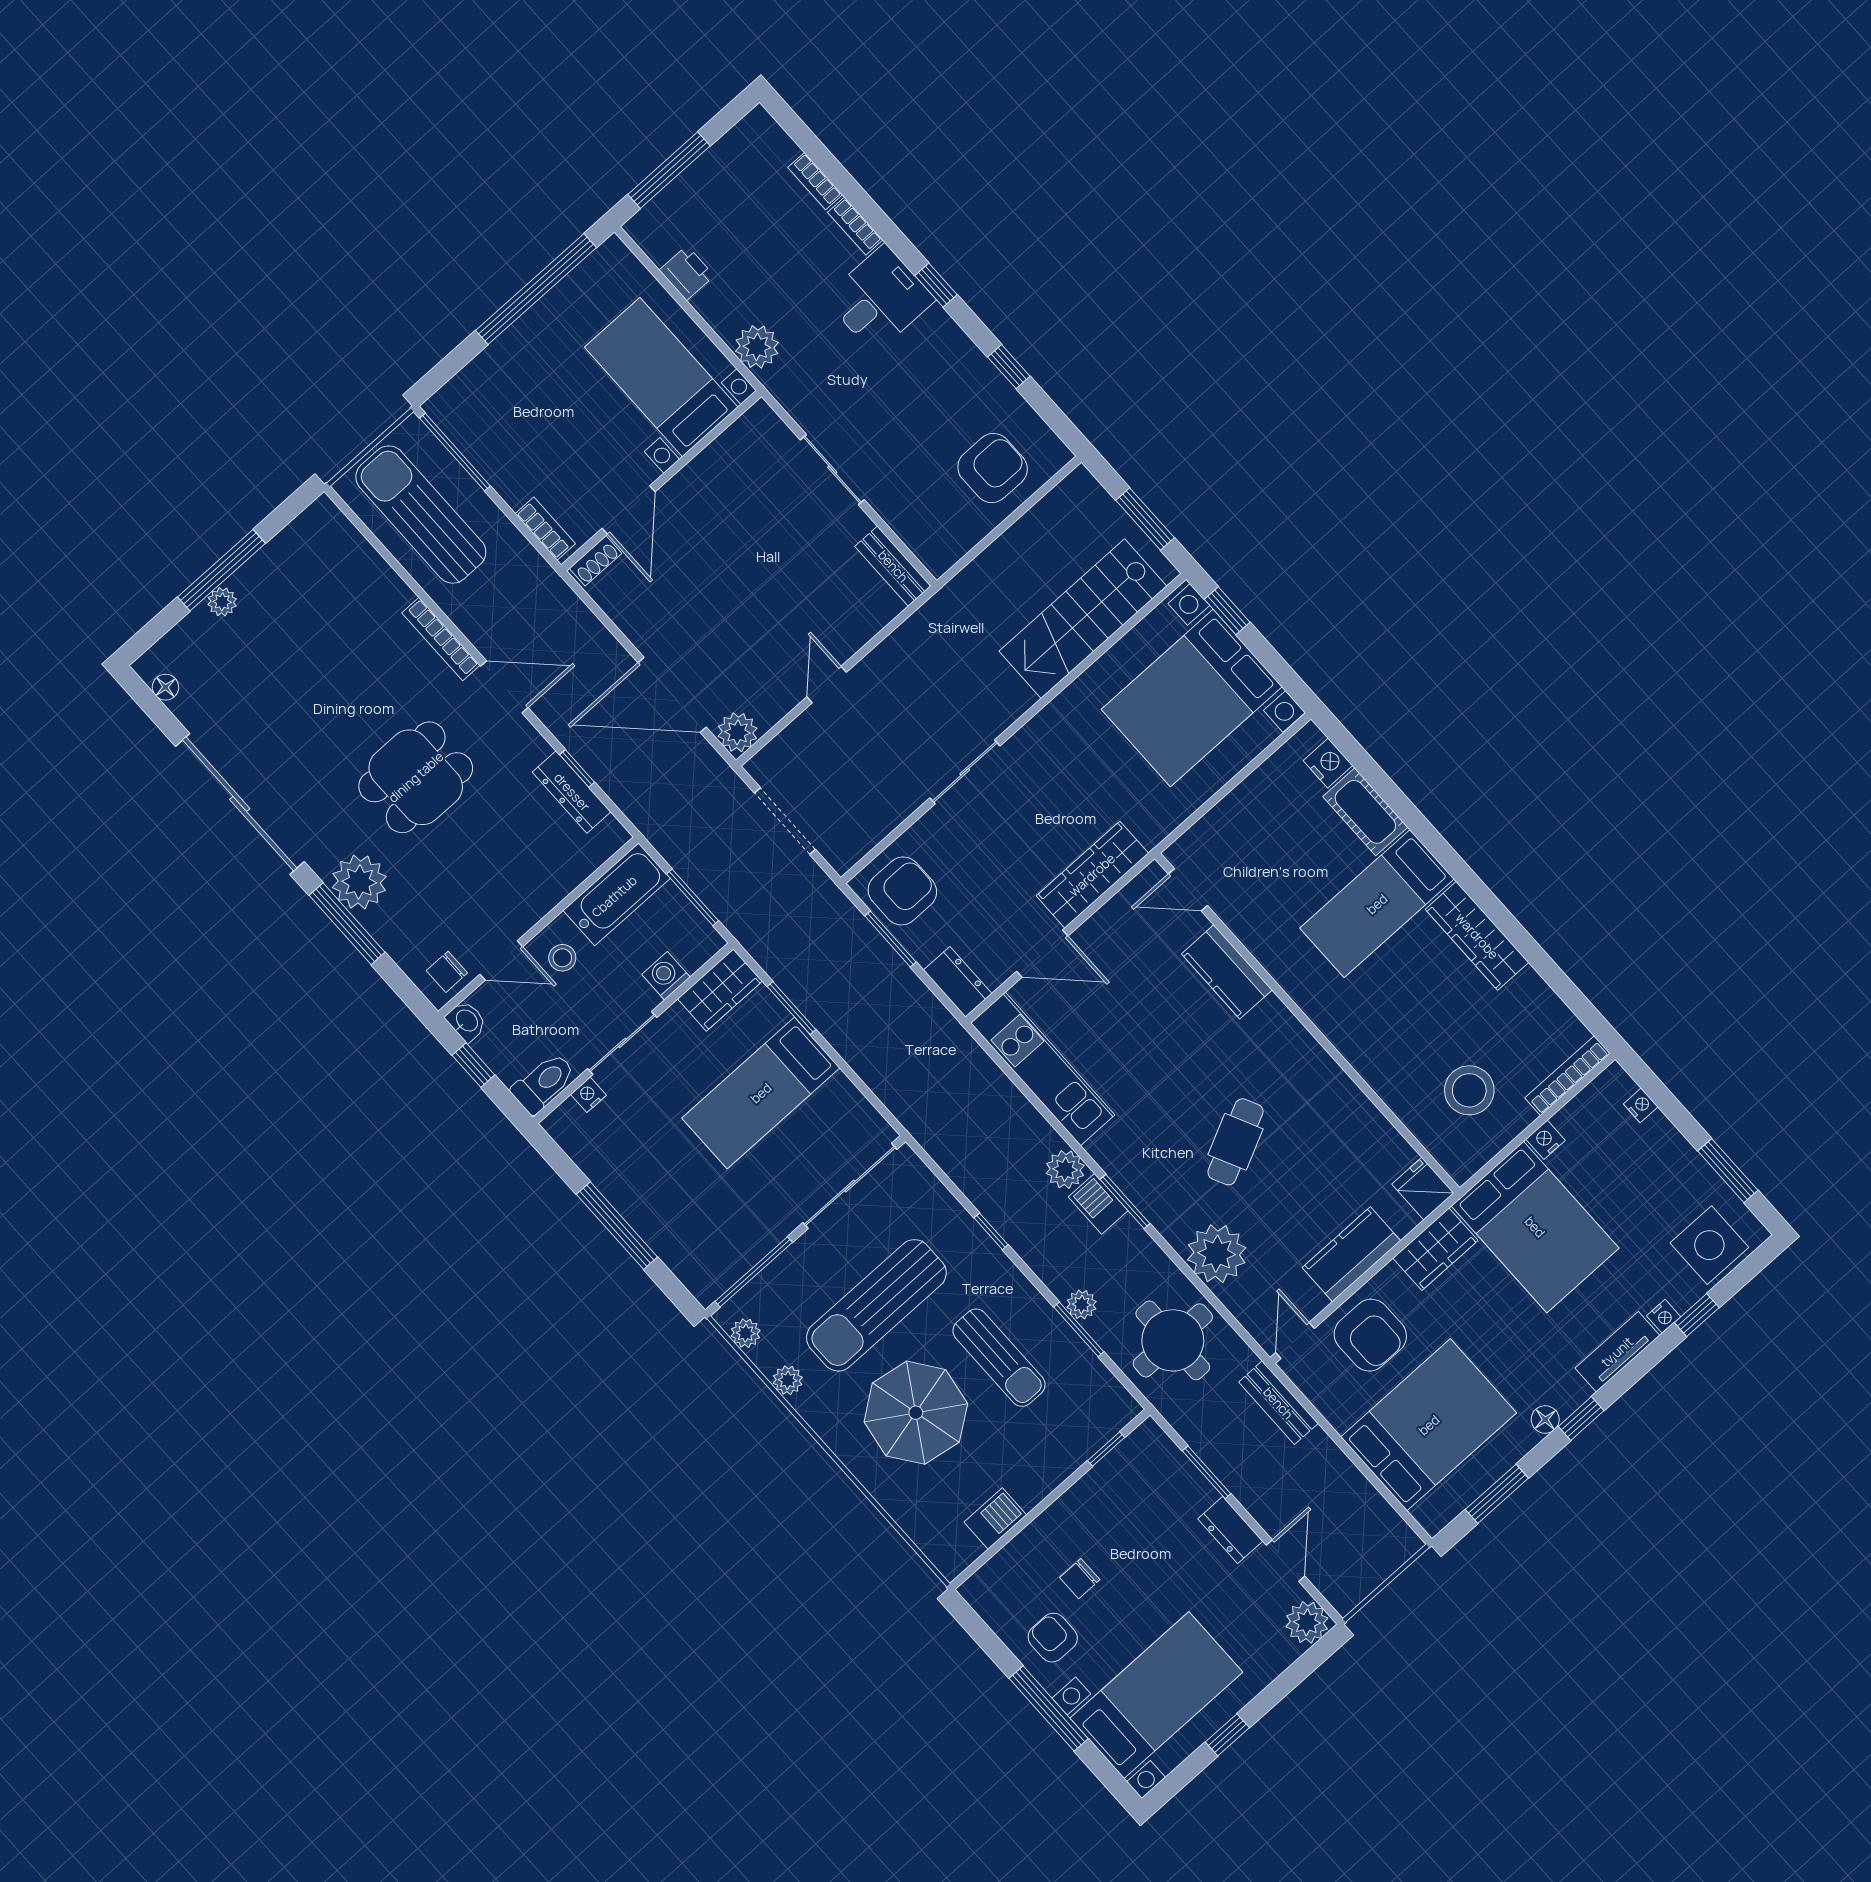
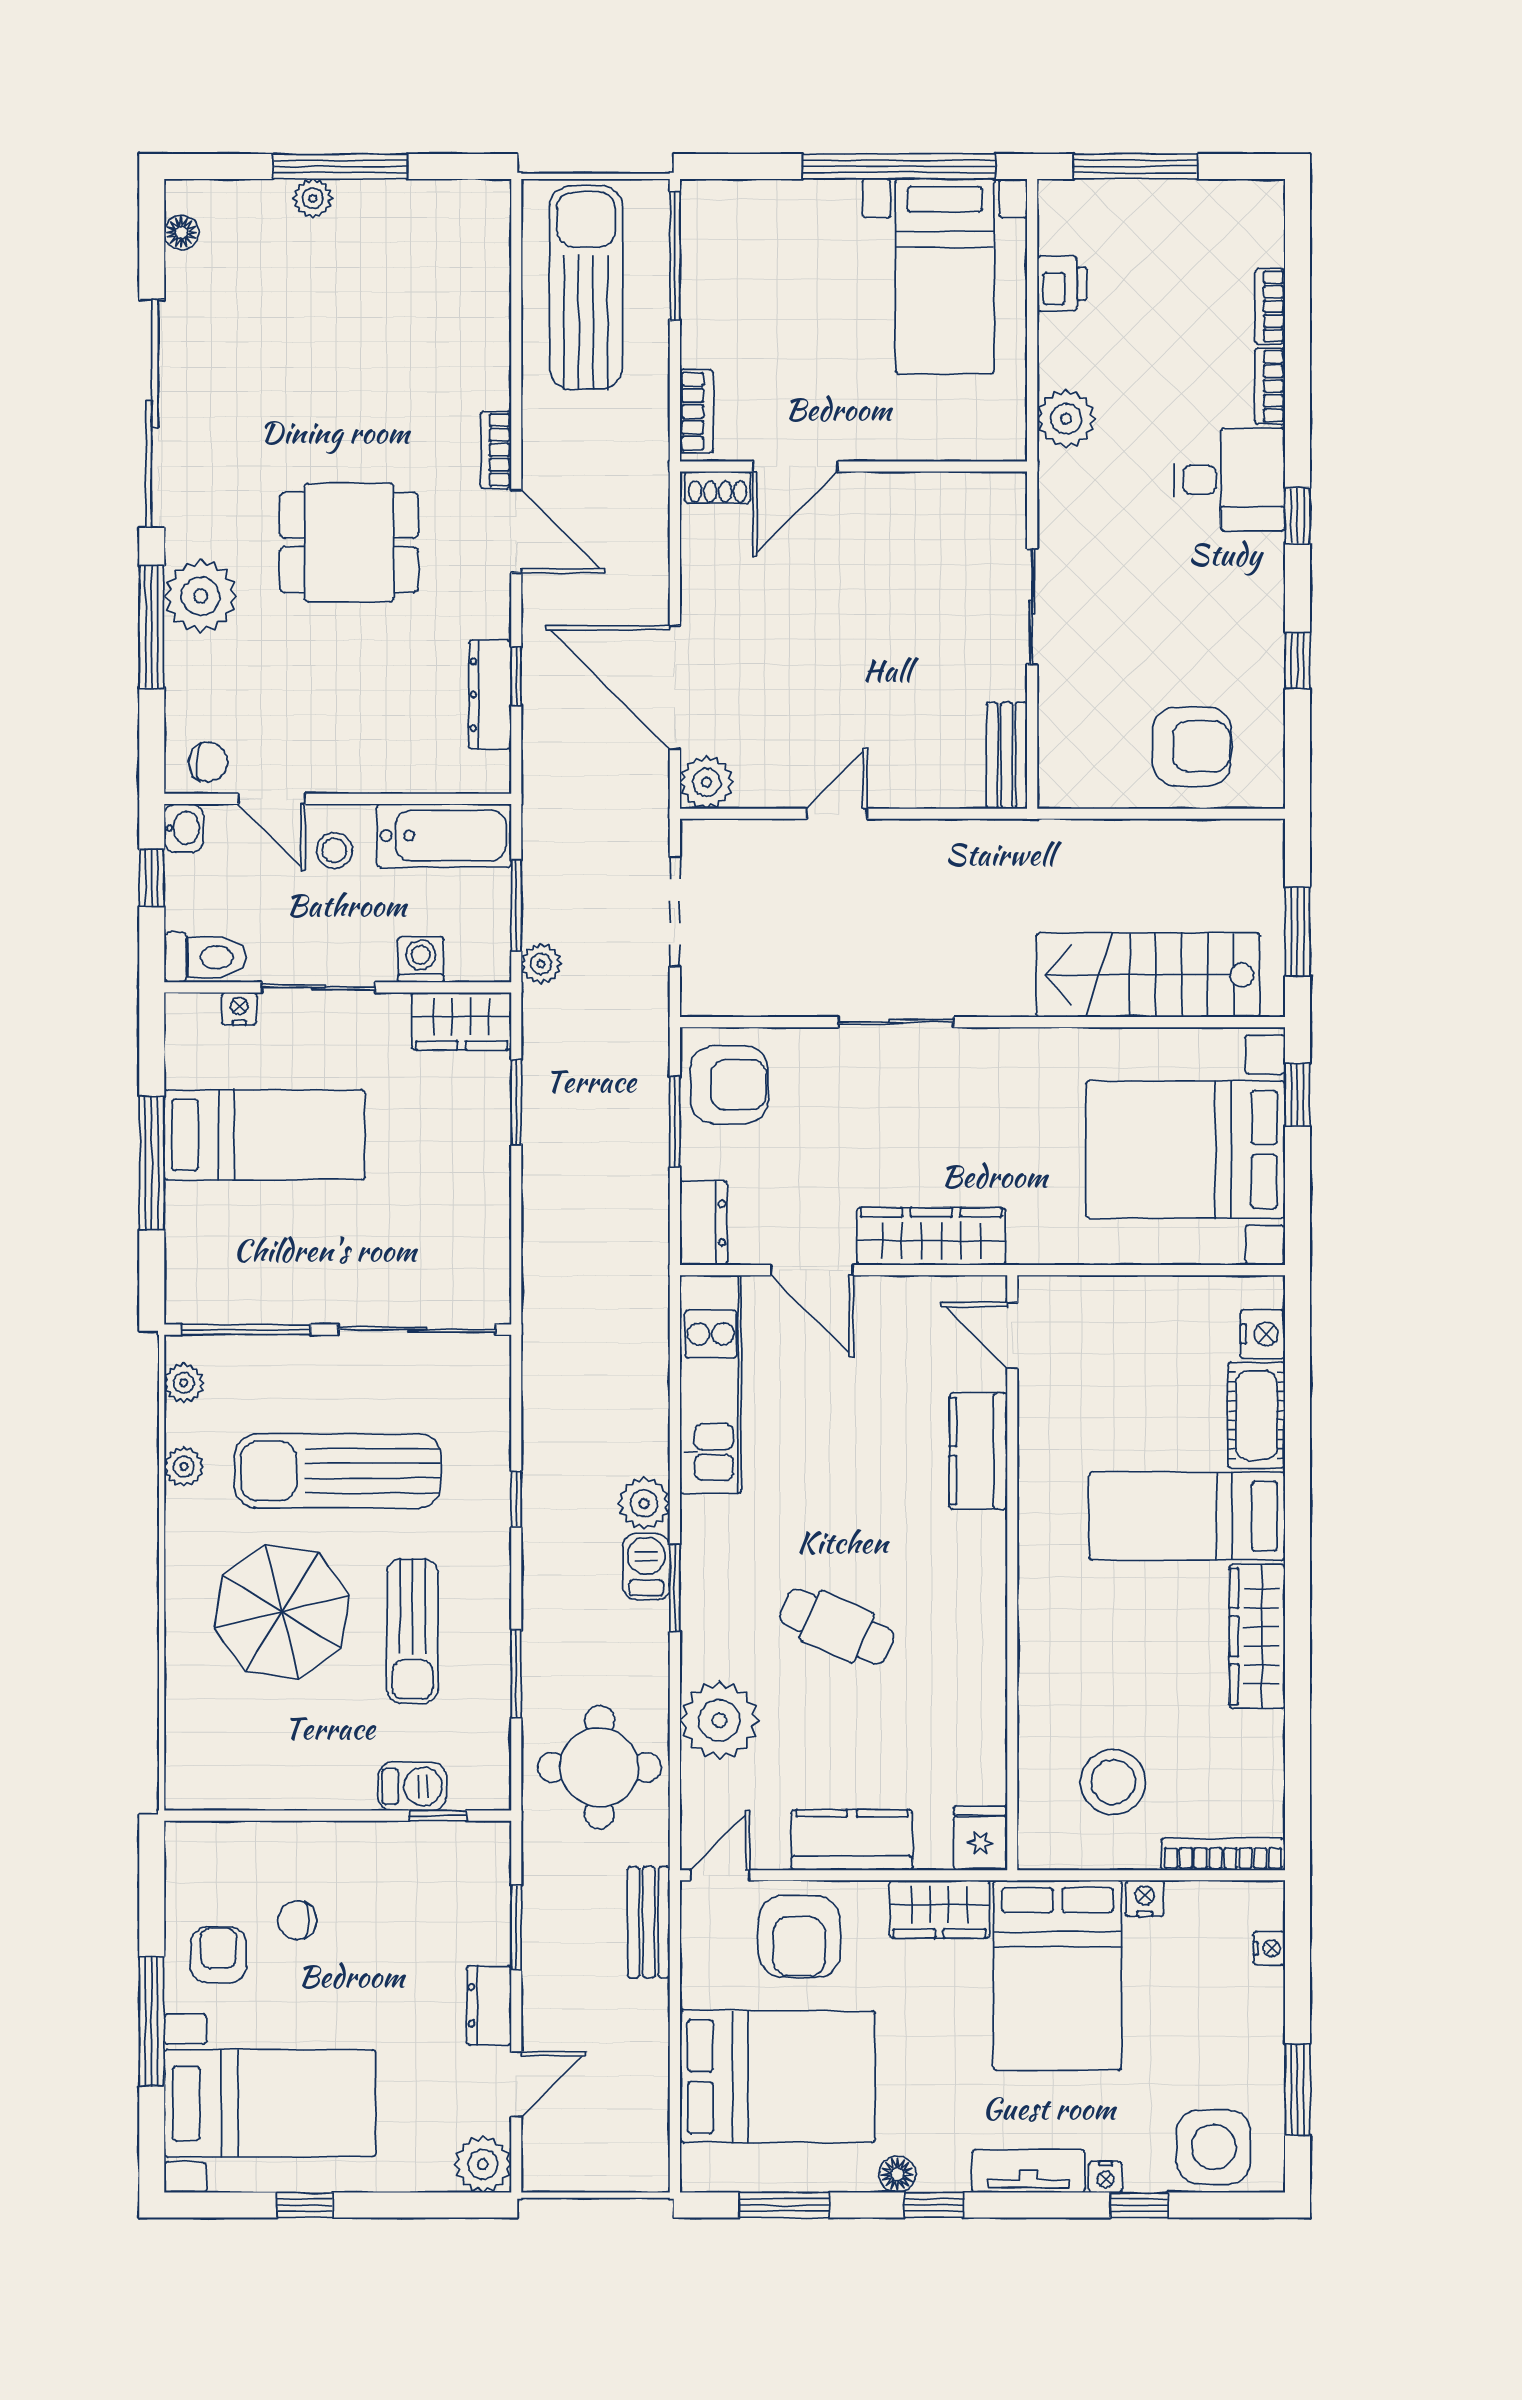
bed with nightstands: (661, 377) -> (945, 276), moved, turned 180
bookcase: (441, 639) -> (496, 450), width x0.64
chair: (447, 972) -> (208, 762), turned 180
bed: (761, 1093) -> (264, 1135), moved, turned 180
cafe table: (1235, 1142) -> (837, 1627), turned 50
plant: (1082, 1305) -> (541, 964), moved
barbecue: (995, 1519) -> (412, 1786), moved

